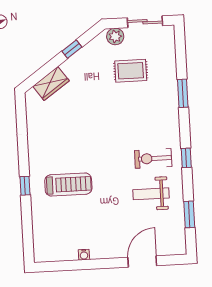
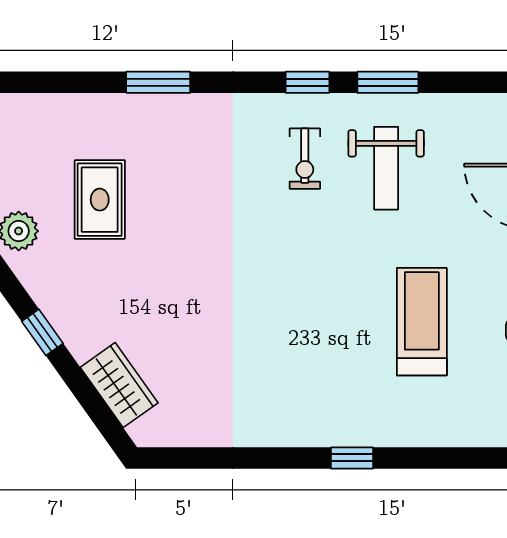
exercise bike: (153, 158) -> (305, 159), width x0.73, depth x0.72
treadmill: (68, 184) -> (422, 322), moved
window: (189, 214) -> (388, 82), moved

